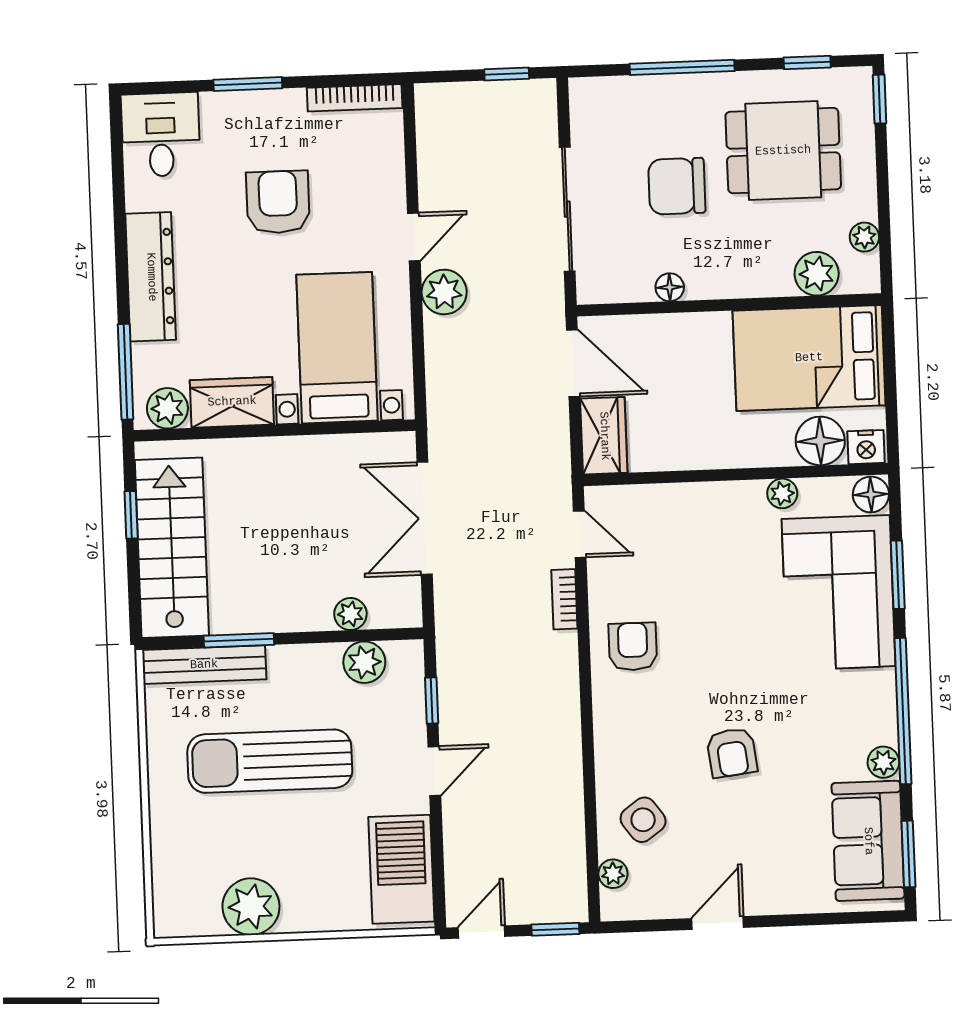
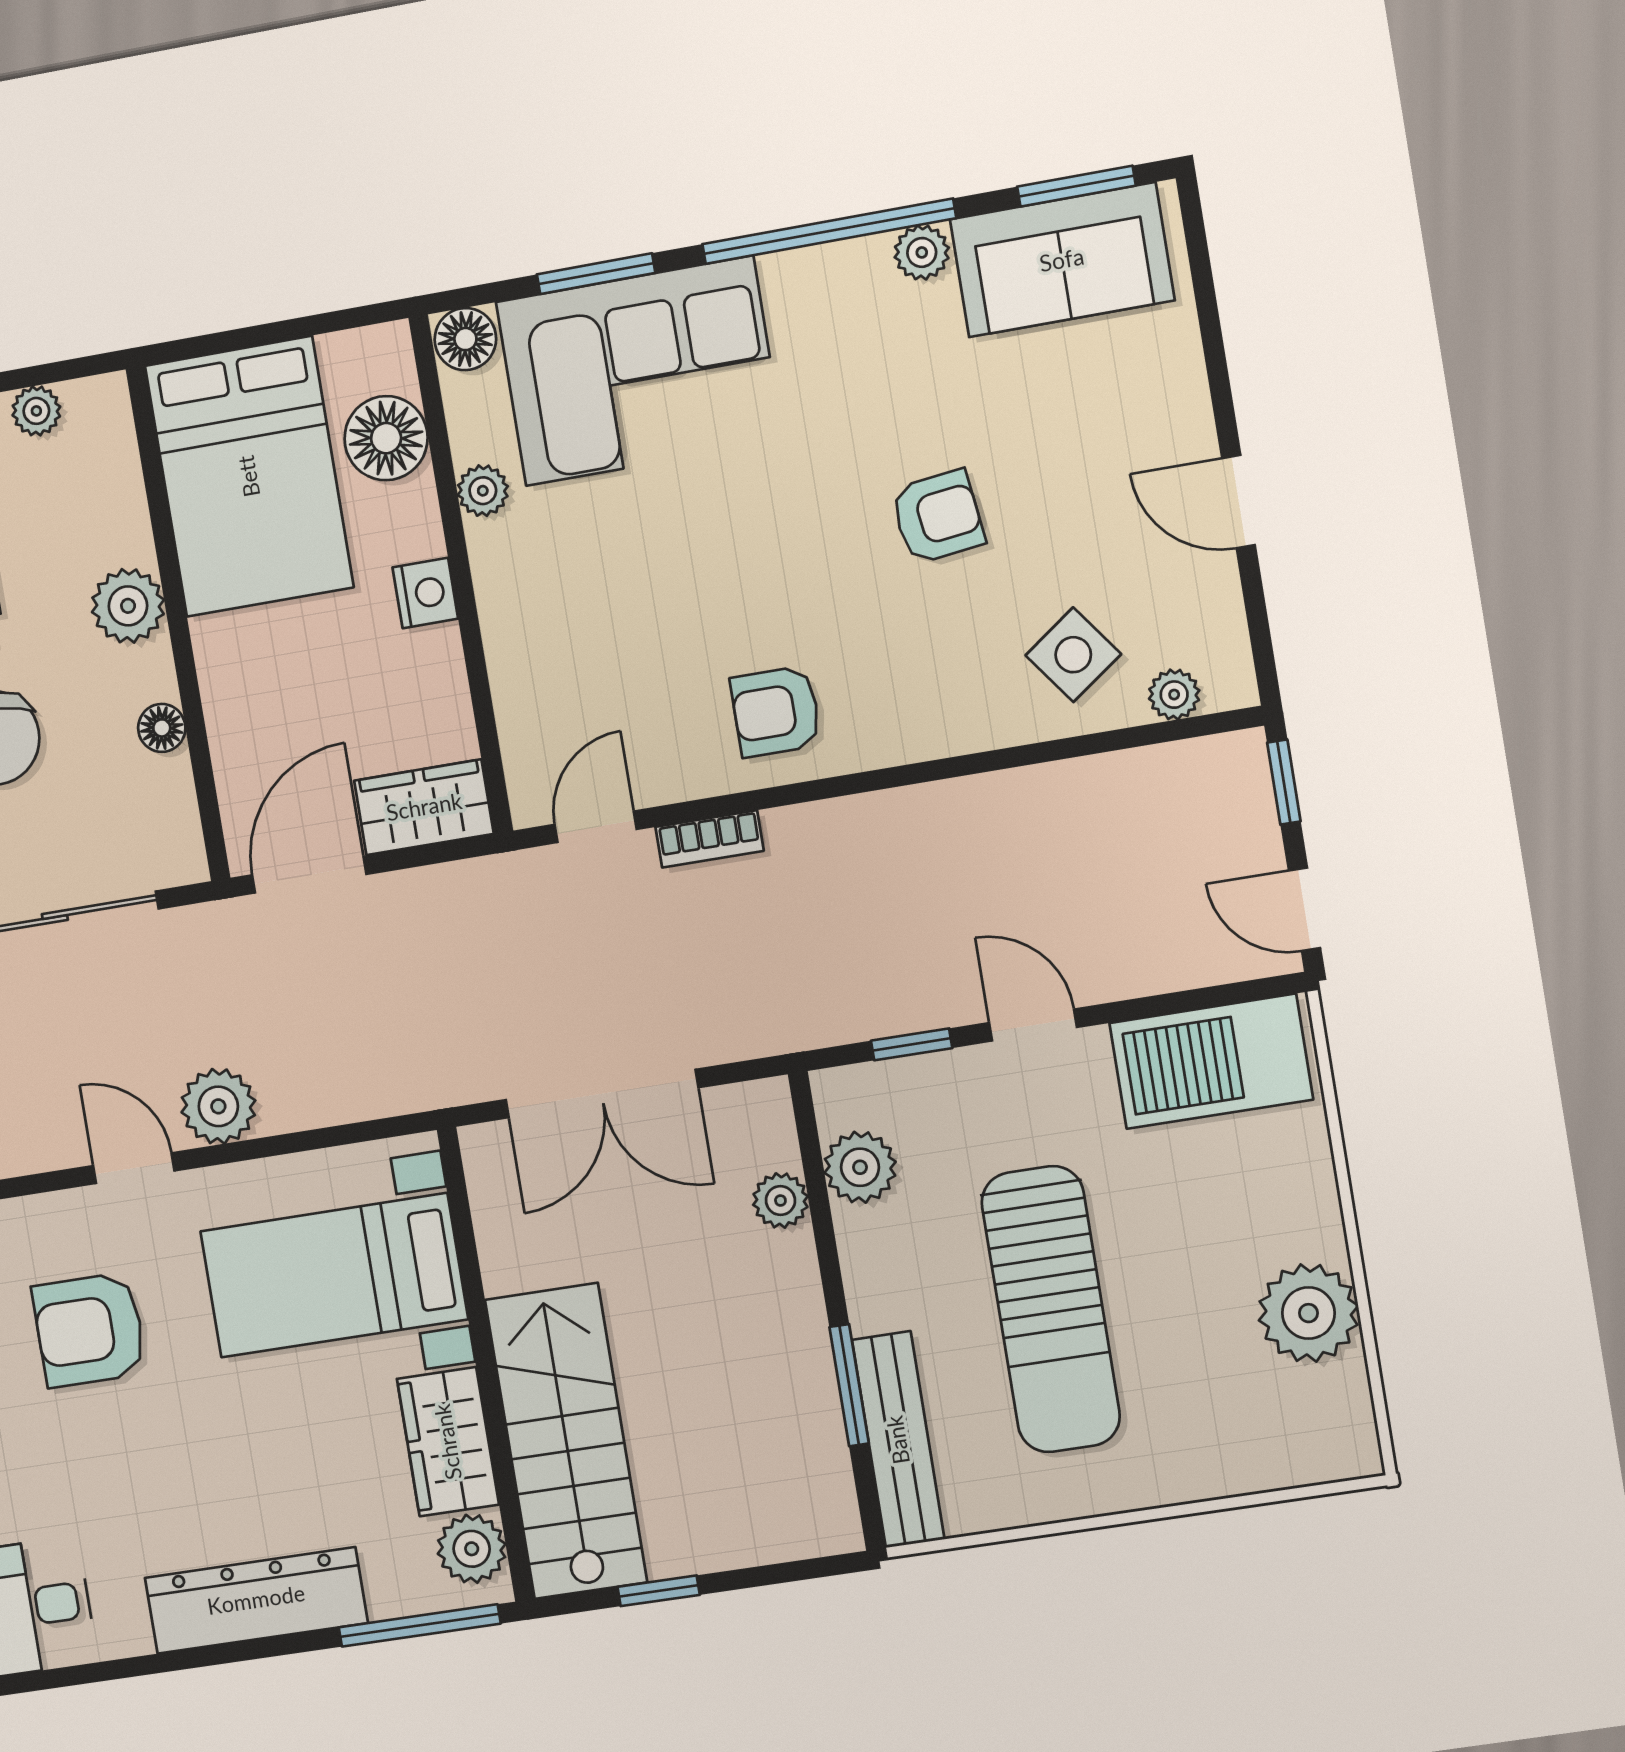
armchair: (278, 202) -> (89, 1330), moved
plant: (817, 274) -> (128, 606), moved
nightstand: (866, 447) -> (425, 593), moved
stairs: (172, 548) -> (566, 1441), moved, turned 90

